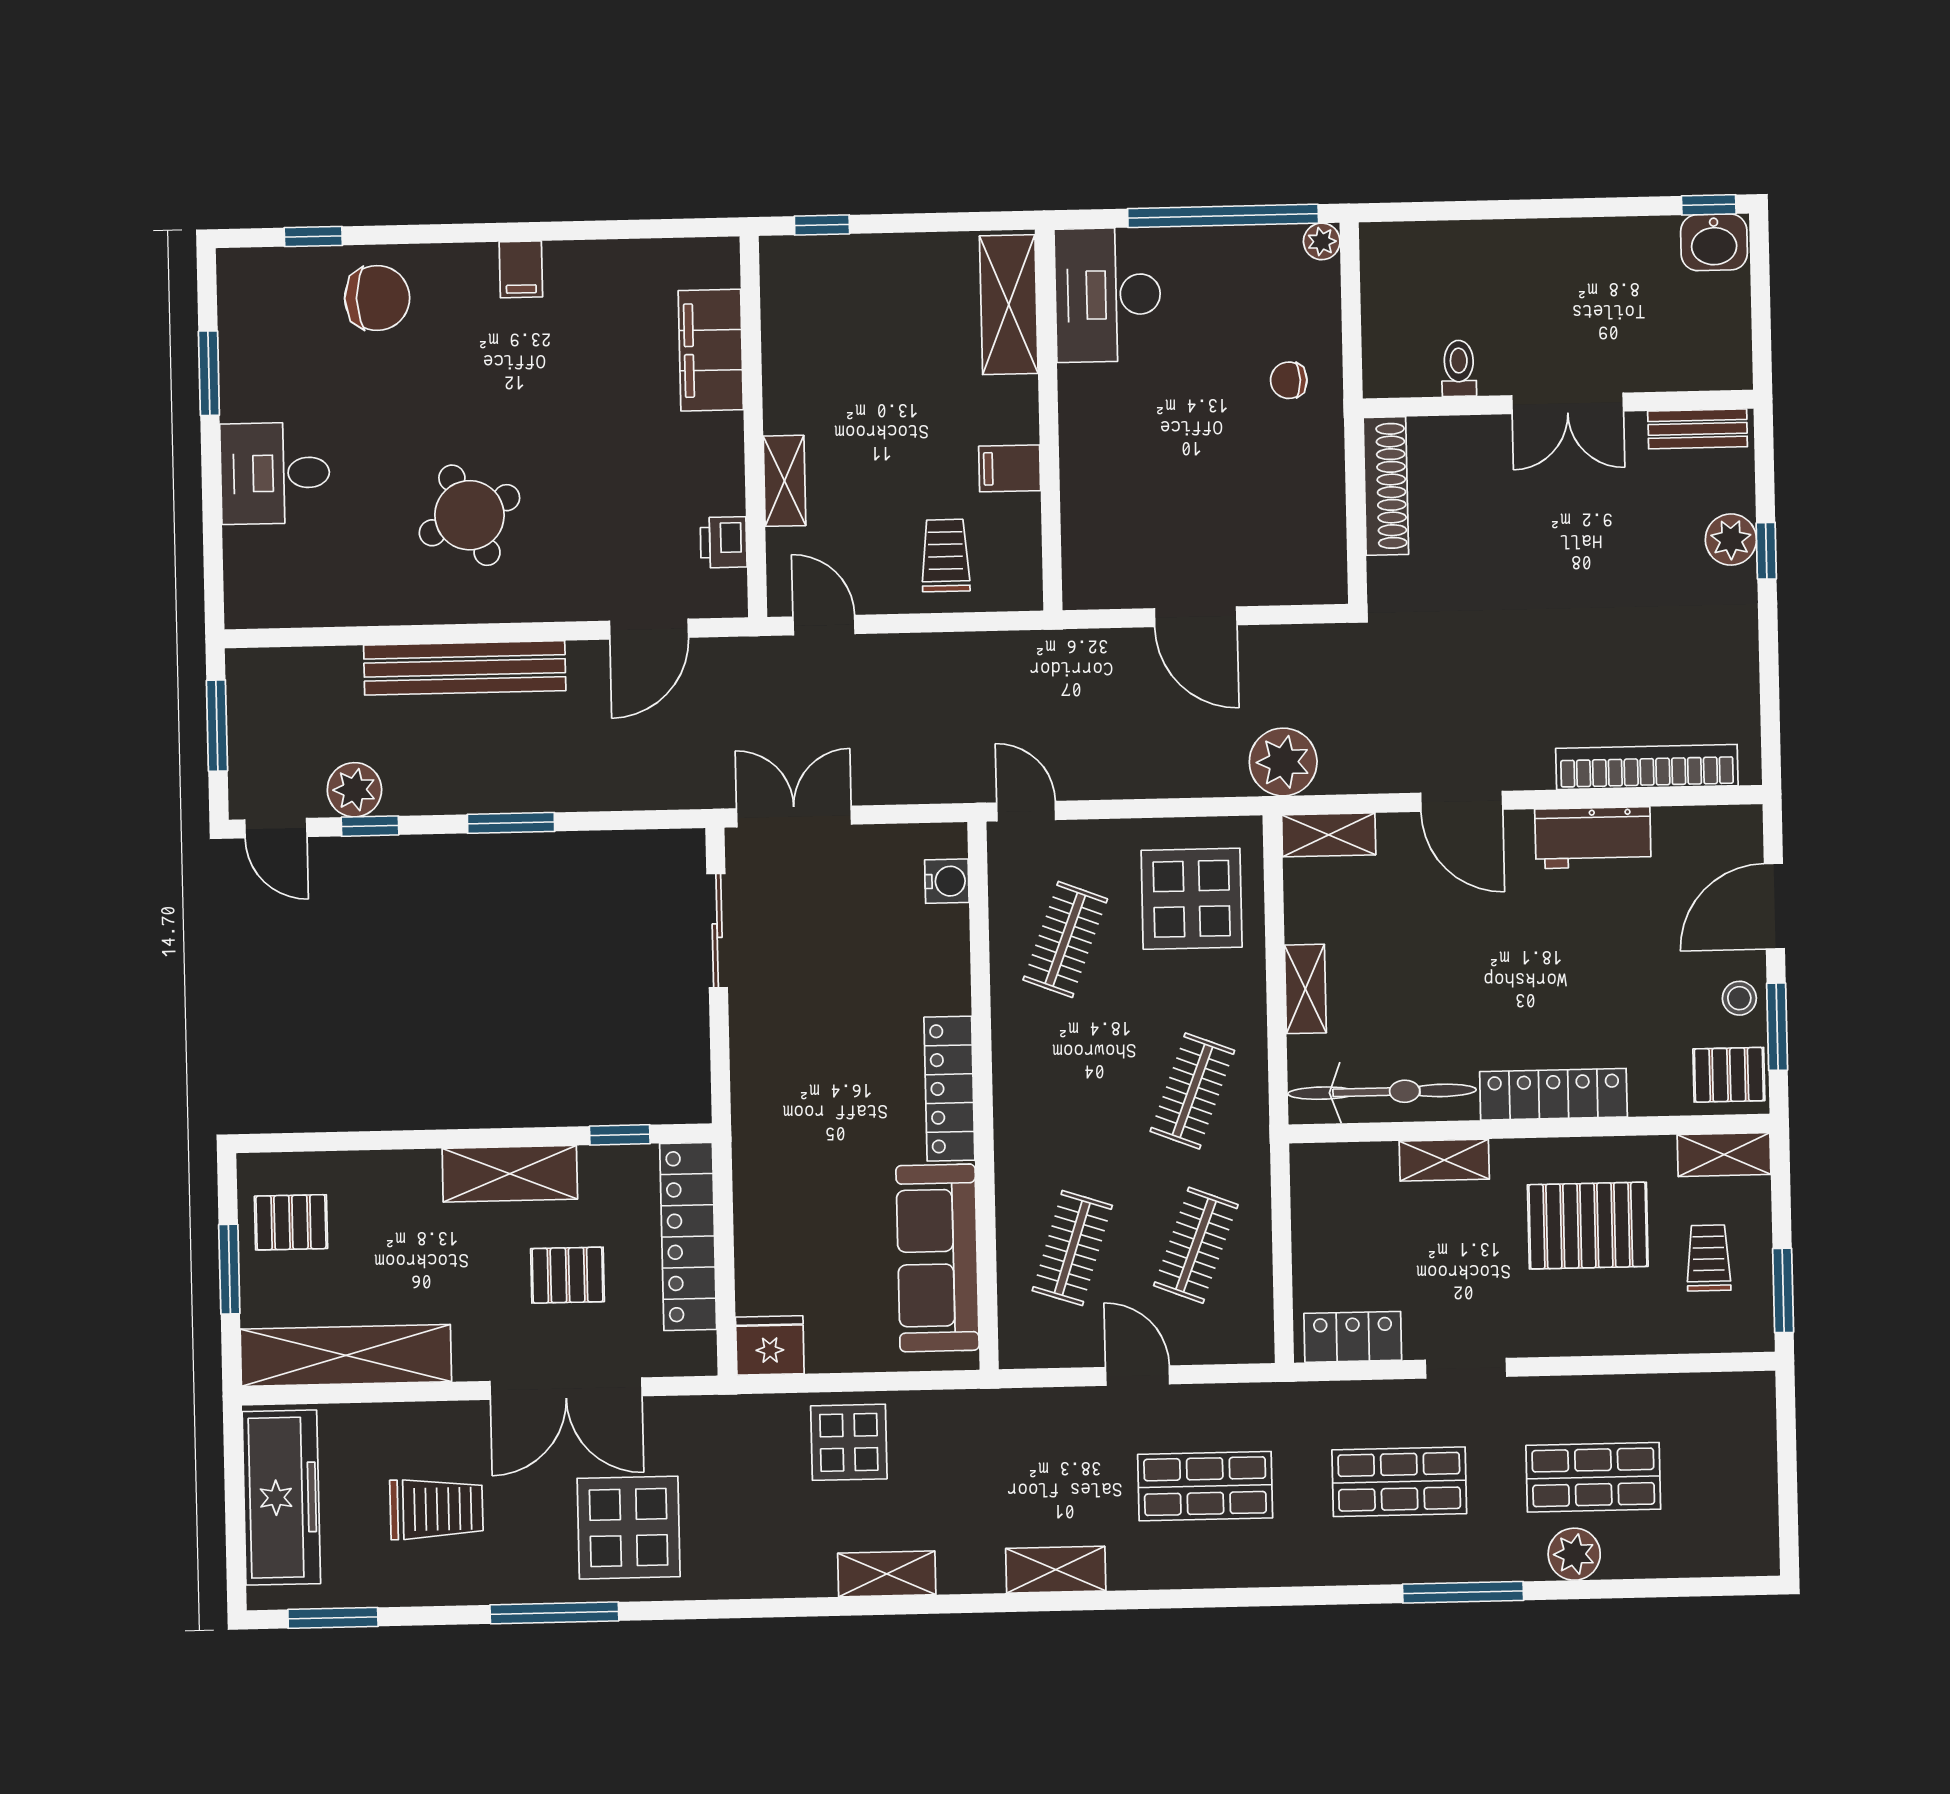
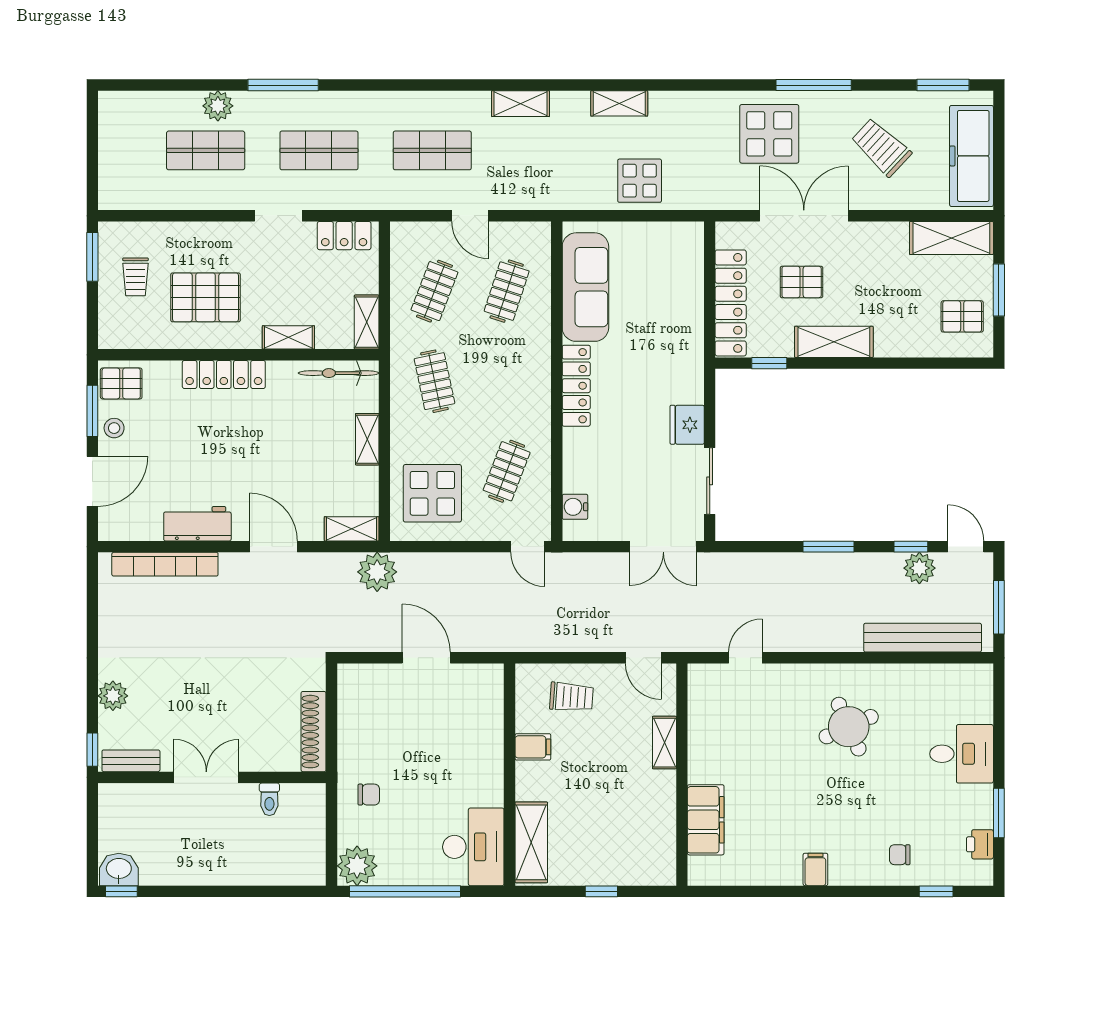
window: (822, 225) -> (601, 891), moved
plant: (1322, 241) -> (357, 866), width x1.88, depth x1.88
chair: (377, 298) -> (900, 855), width x0.54, depth x0.54
printer: (724, 542) -> (980, 844), moved, turned 180
window: (1766, 551) -> (92, 750), moved
trolley: (946, 555) -> (571, 697), turned -86
door: (649, 629) -> (745, 658), width x0.73
bench: (465, 668) -> (923, 638), moved
clothes rail: (1192, 1091) -> (434, 381), turned -33
bicycle: (1382, 1092) -> (339, 373), width x0.73, depth x0.71
shelving: (1724, 1155) -> (367, 322), moved, turned 90
fridge: (770, 1345) -> (687, 425), moved, turned 90
shelving: (346, 1355) -> (951, 238), width x0.68
trolley: (436, 1509) -> (881, 147), turned 43

